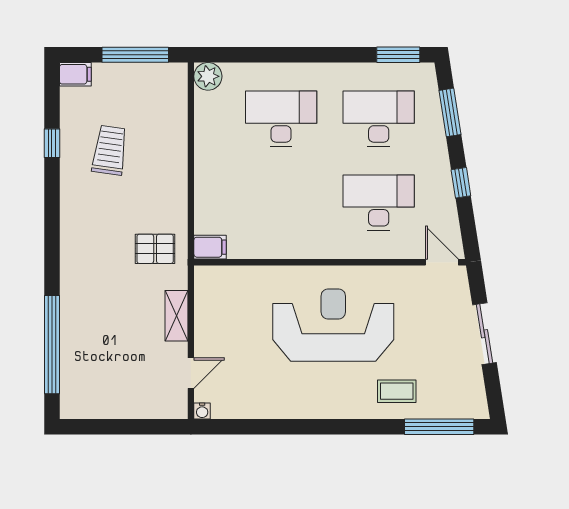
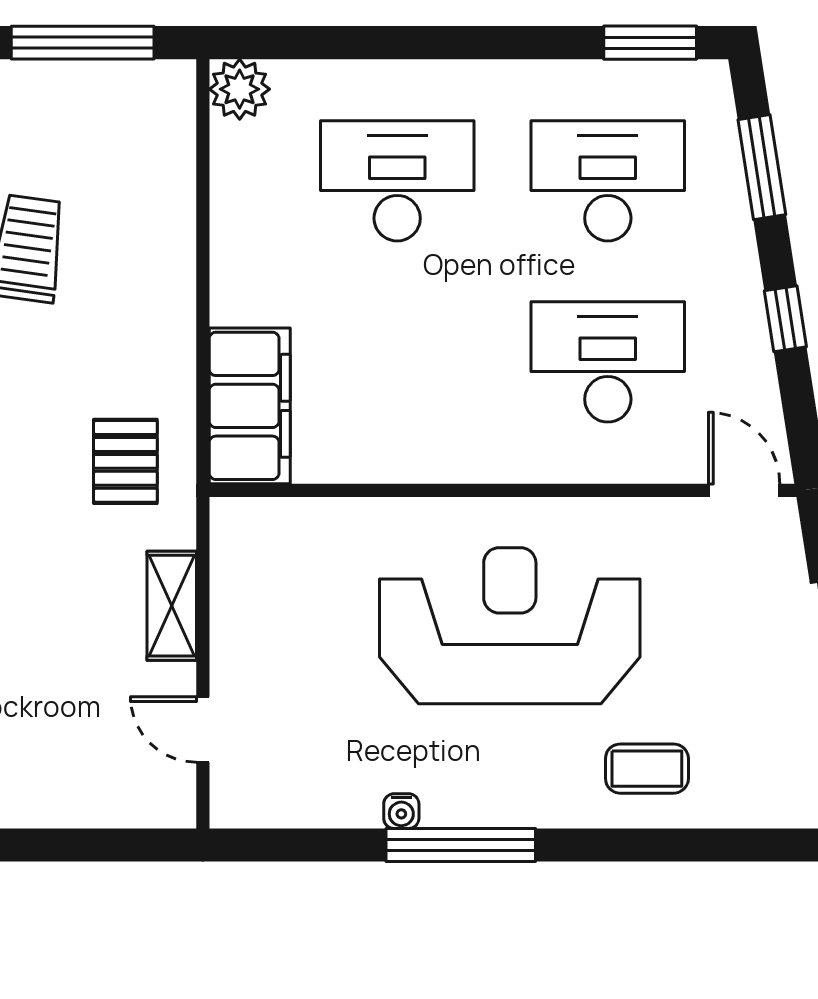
filing cabinet: (210, 247) -> (250, 406), width x3.00, depth x1.17
pallet: (155, 249) -> (125, 461), turned 90
door: (191, 373) -> (203, 729), swing flipped
water cooler: (202, 411) -> (401, 811), moved
window: (439, 427) -> (461, 845), moved

